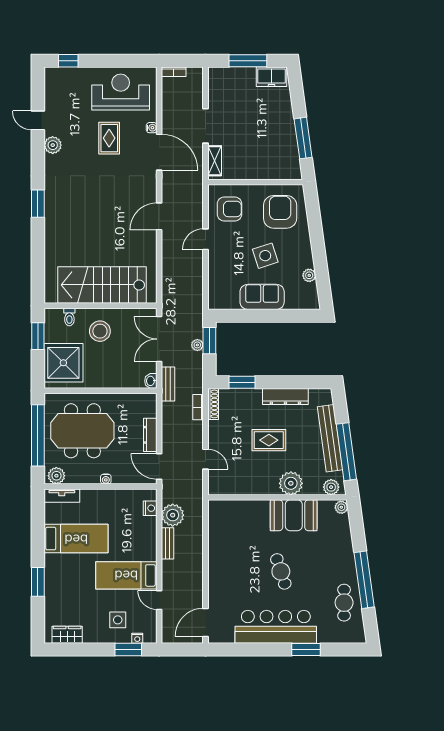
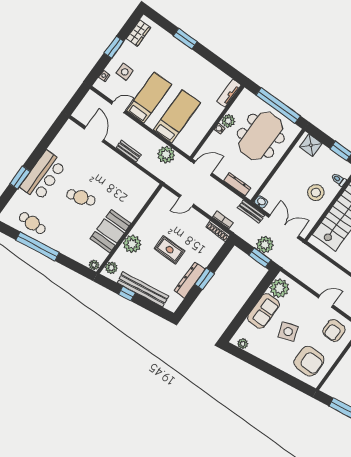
door: (206, 239) -> (326, 301), hinge flipped
plant: (309, 275) -> (243, 344), moved
plant: (227, 297) -> (279, 288), added
plant: (197, 345) -> (265, 245), width x1.88, depth x1.88
shower: (63, 363) -> (311, 145), width x0.54, depth x0.54
window: (242, 382) -> (204, 279), moved
dresser: (150, 435) -> (237, 184), moved
rug: (269, 440) -> (170, 250), turned 90
window: (346, 452) -> (127, 294), width x0.32
plant: (56, 476) -> (228, 121), moved
nightstand: (150, 508) -> (181, 143), removed
bed: (76, 539) -> (177, 116), moved, turned 180
bench: (168, 543) -> (129, 151), moved
door: (206, 622) -> (94, 134), moved
bar counter: (276, 627) -> (43, 176), width x0.73
window: (128, 650) -> (114, 47), moved

